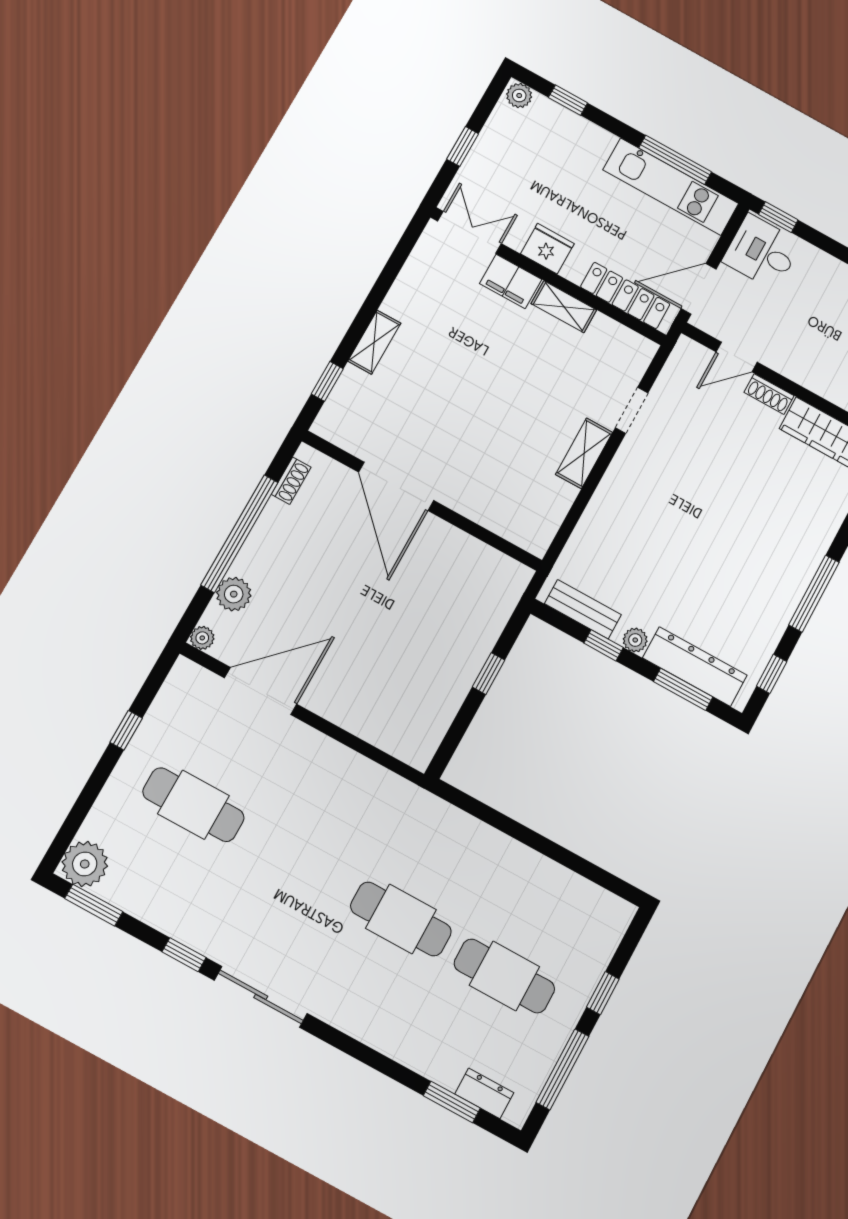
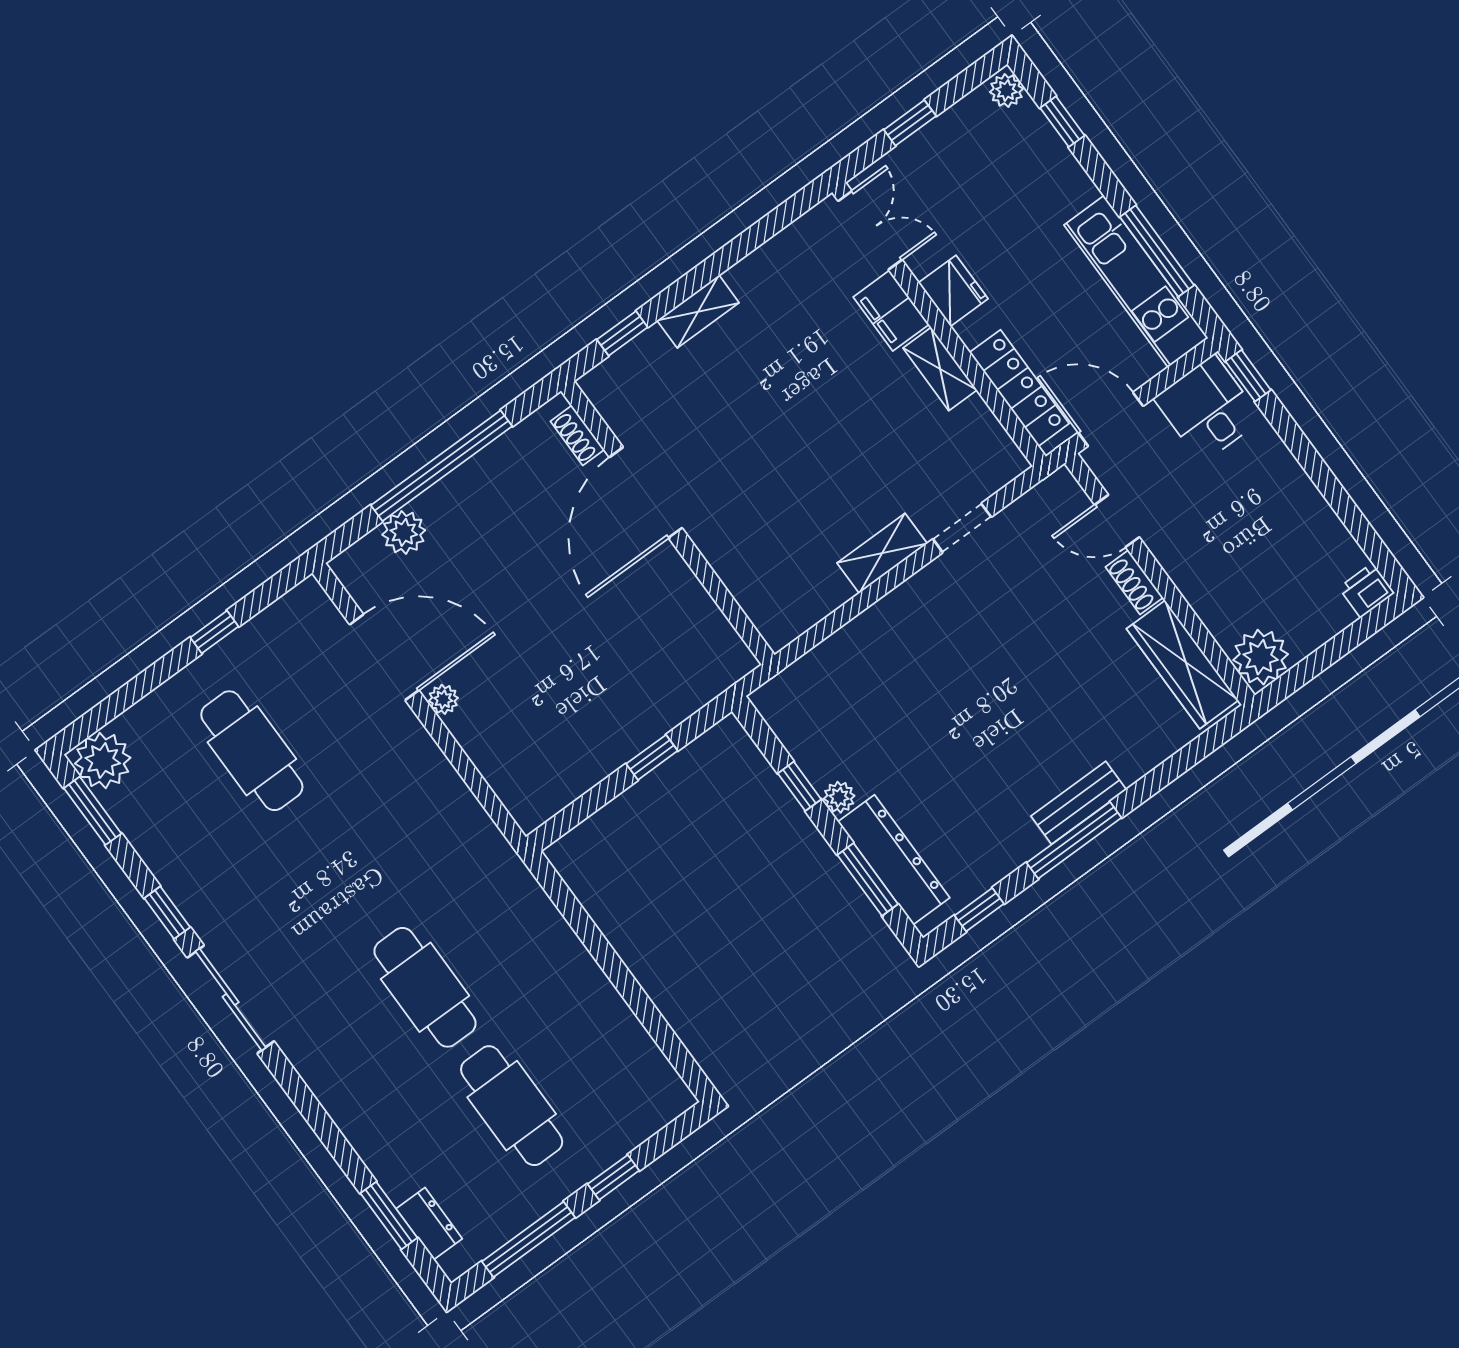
shoe rack: (291, 481) -> (577, 435), moved, turned 90
bench: (583, 609) -> (1079, 803), moved, turned 90
plant: (202, 638) -> (443, 699), moved

